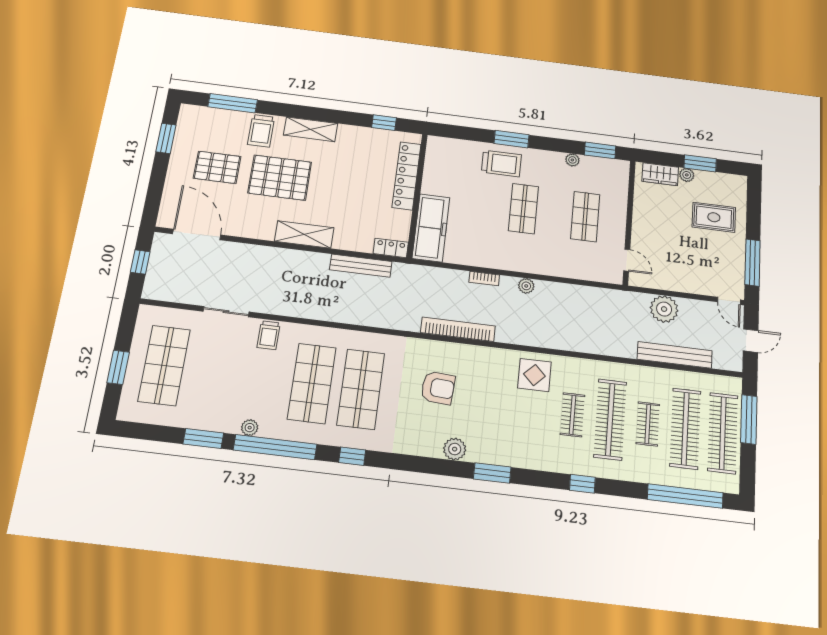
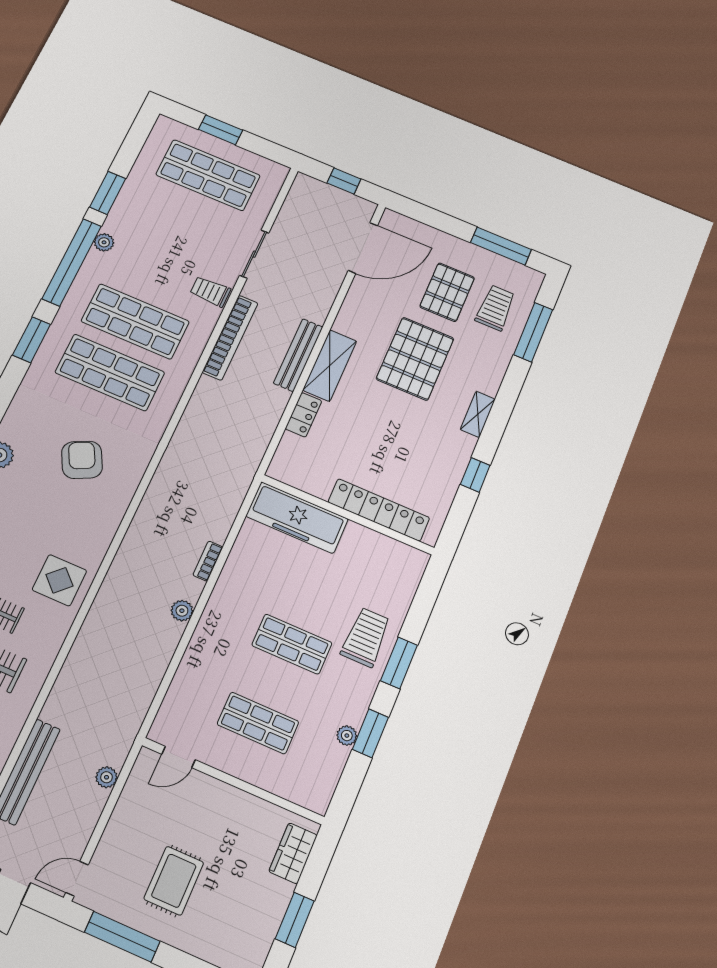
window: (384, 123) -> (475, 475), moved
shelving: (311, 129) -> (478, 414), width x0.67, depth x0.75
trolley: (261, 131) -> (495, 308), moved, turned 90
window: (166, 138) -> (501, 246), width x1.44
window: (600, 150) -> (370, 733), moved
trolley: (501, 163) -> (366, 637), turned 180
plant: (687, 175) -> (282, 892), removed
rug: (714, 217) -> (174, 881), moved
locker: (391, 248) -> (304, 415), moved
bench: (361, 266) -> (298, 355), moved
plant: (664, 309) -> (107, 777), width x0.53, depth x0.53
bookcase: (458, 329) -> (230, 338), moved
armchair: (438, 388) -> (82, 460), turned 149
window: (352, 456) -> (31, 340), width x1.50

